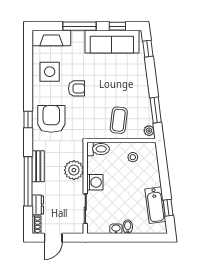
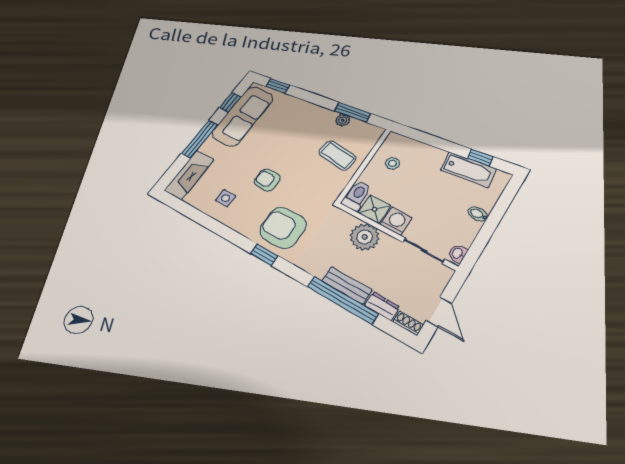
side table: (50, 72) -> (226, 198), width x0.54, depth x0.54
armchair: (76, 88) -> (267, 180), turned -90
plant: (149, 131) -> (343, 120), moved
shower: (95, 165) -> (374, 209), added
bench: (38, 166) -> (347, 285), moved
washbasin: (116, 229) -> (458, 253), moved

